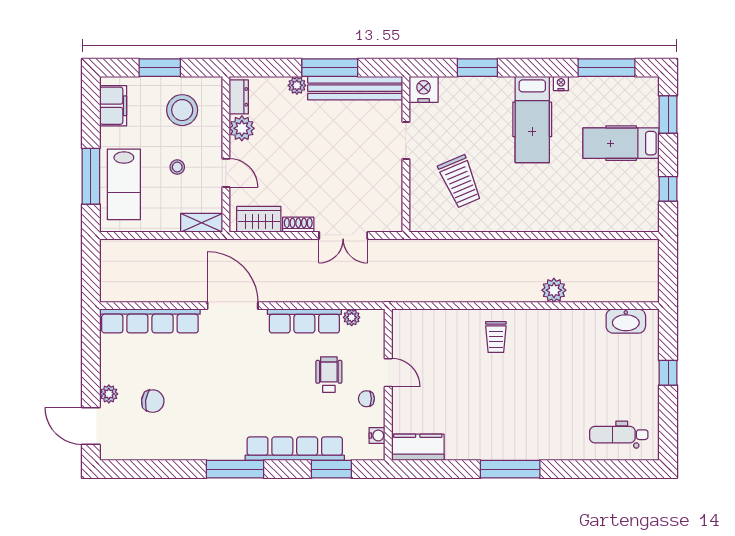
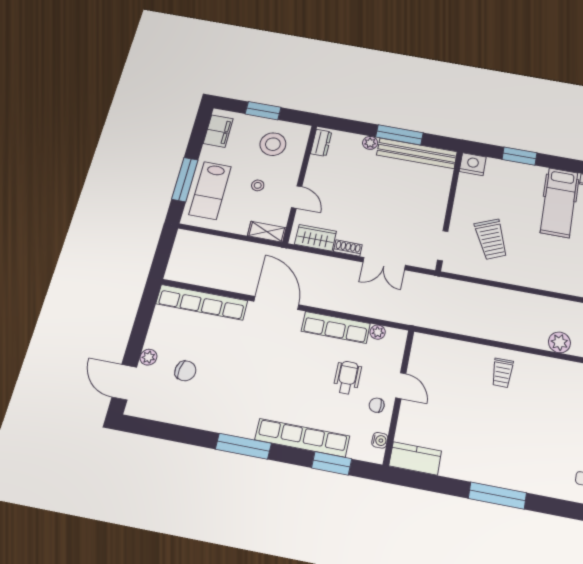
plant: (242, 128) -> (318, 166), removed
doorway: (406, 141) -> (443, 246), moved

